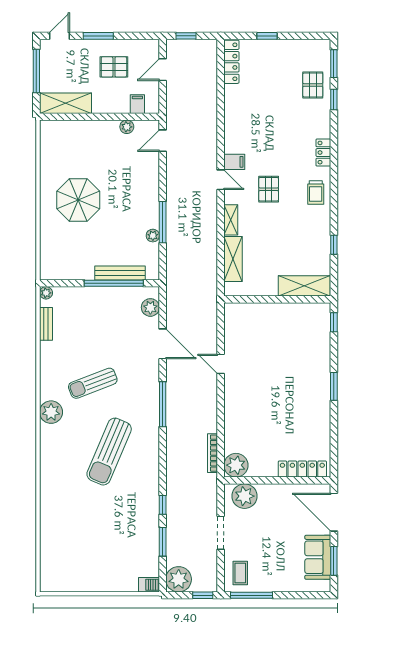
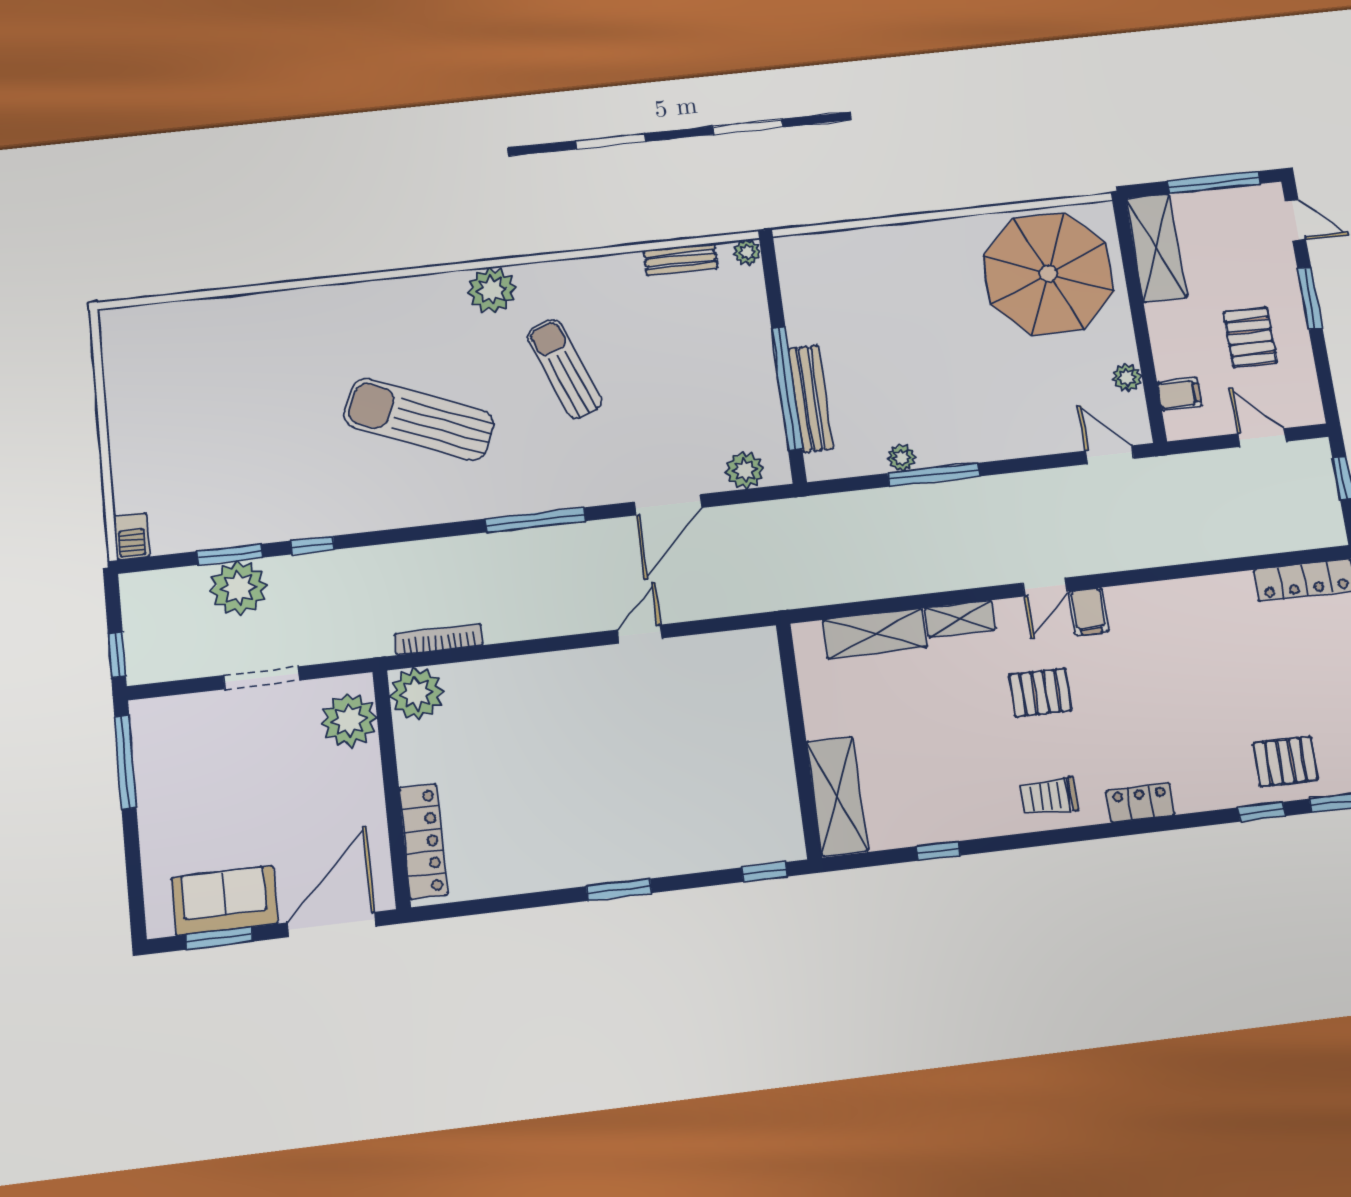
parasol: (78, 200) -> (1048, 274), moved, width x1.36, depth x1.36
coffee table: (240, 573) -> (174, 731), removed
plant: (179, 579) -> (239, 588), moved

